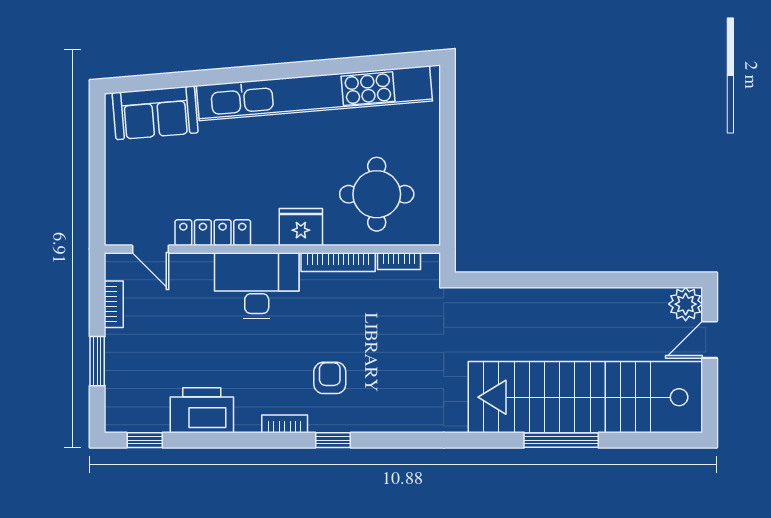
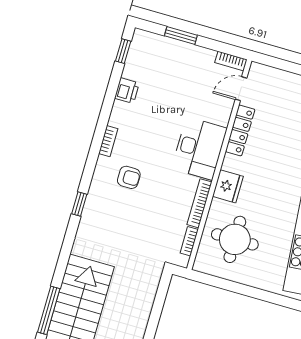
bookcase: (114, 304) -> (231, 61), moved
printer: (202, 410) -> (127, 91), width x0.53, depth x0.68
window: (333, 440) -> (79, 204), moved

